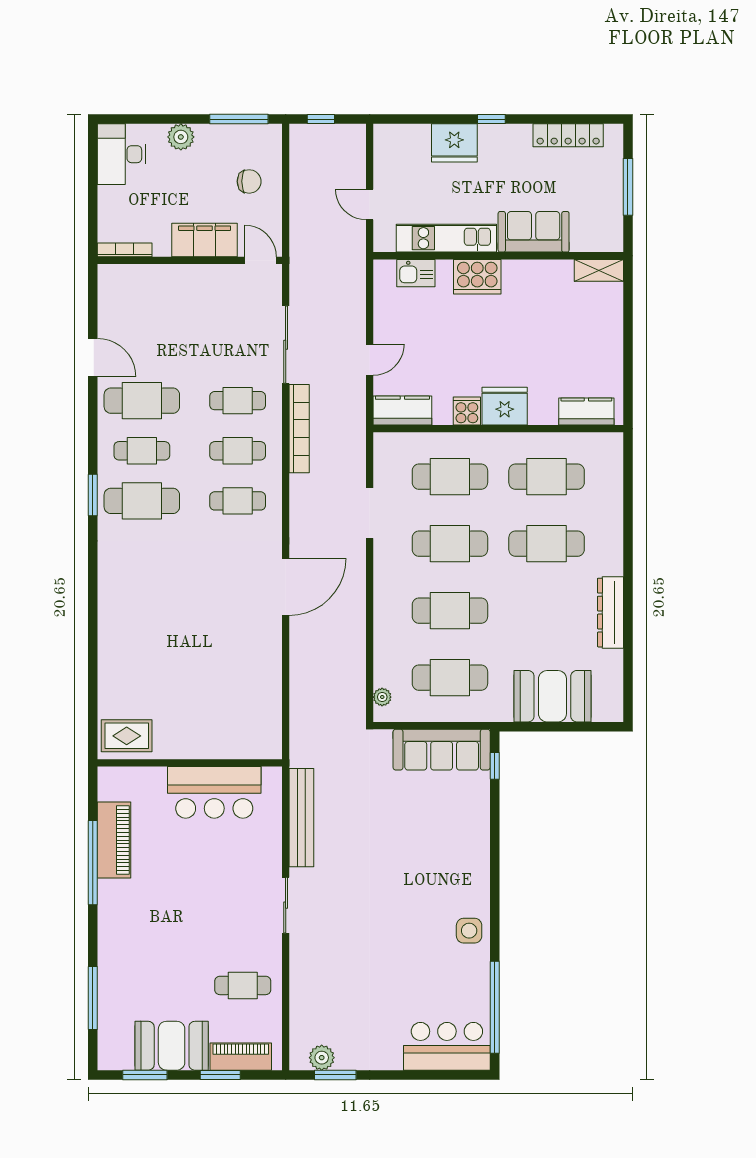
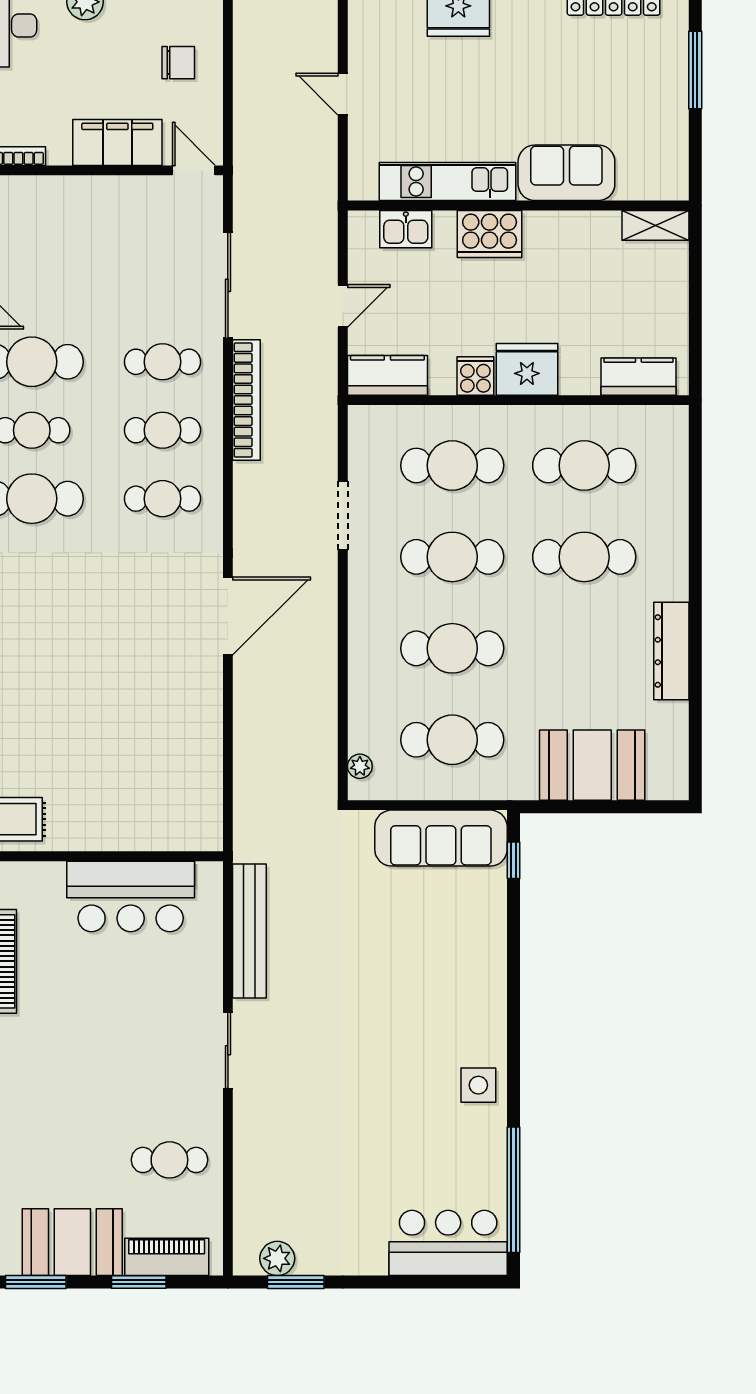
sofa: (534, 232) -> (566, 173), moved
kitchen unit: (446, 238) -> (447, 181), moved
wall: (498, 256) -> (518, 205), moved
shelving: (599, 270) -> (655, 225), moved
kitchen sink: (416, 273) -> (406, 229), moved
cooker: (477, 277) -> (490, 234), moved

